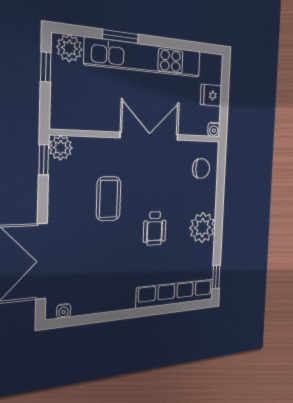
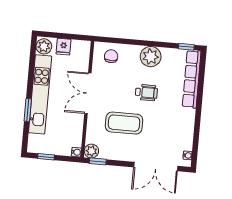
plant: (69, 48) -> (44, 46), moved
water cooler: (214, 129) -> (76, 152), moved
coffee table: (109, 199) -> (124, 123), width x1.36, depth x1.32

